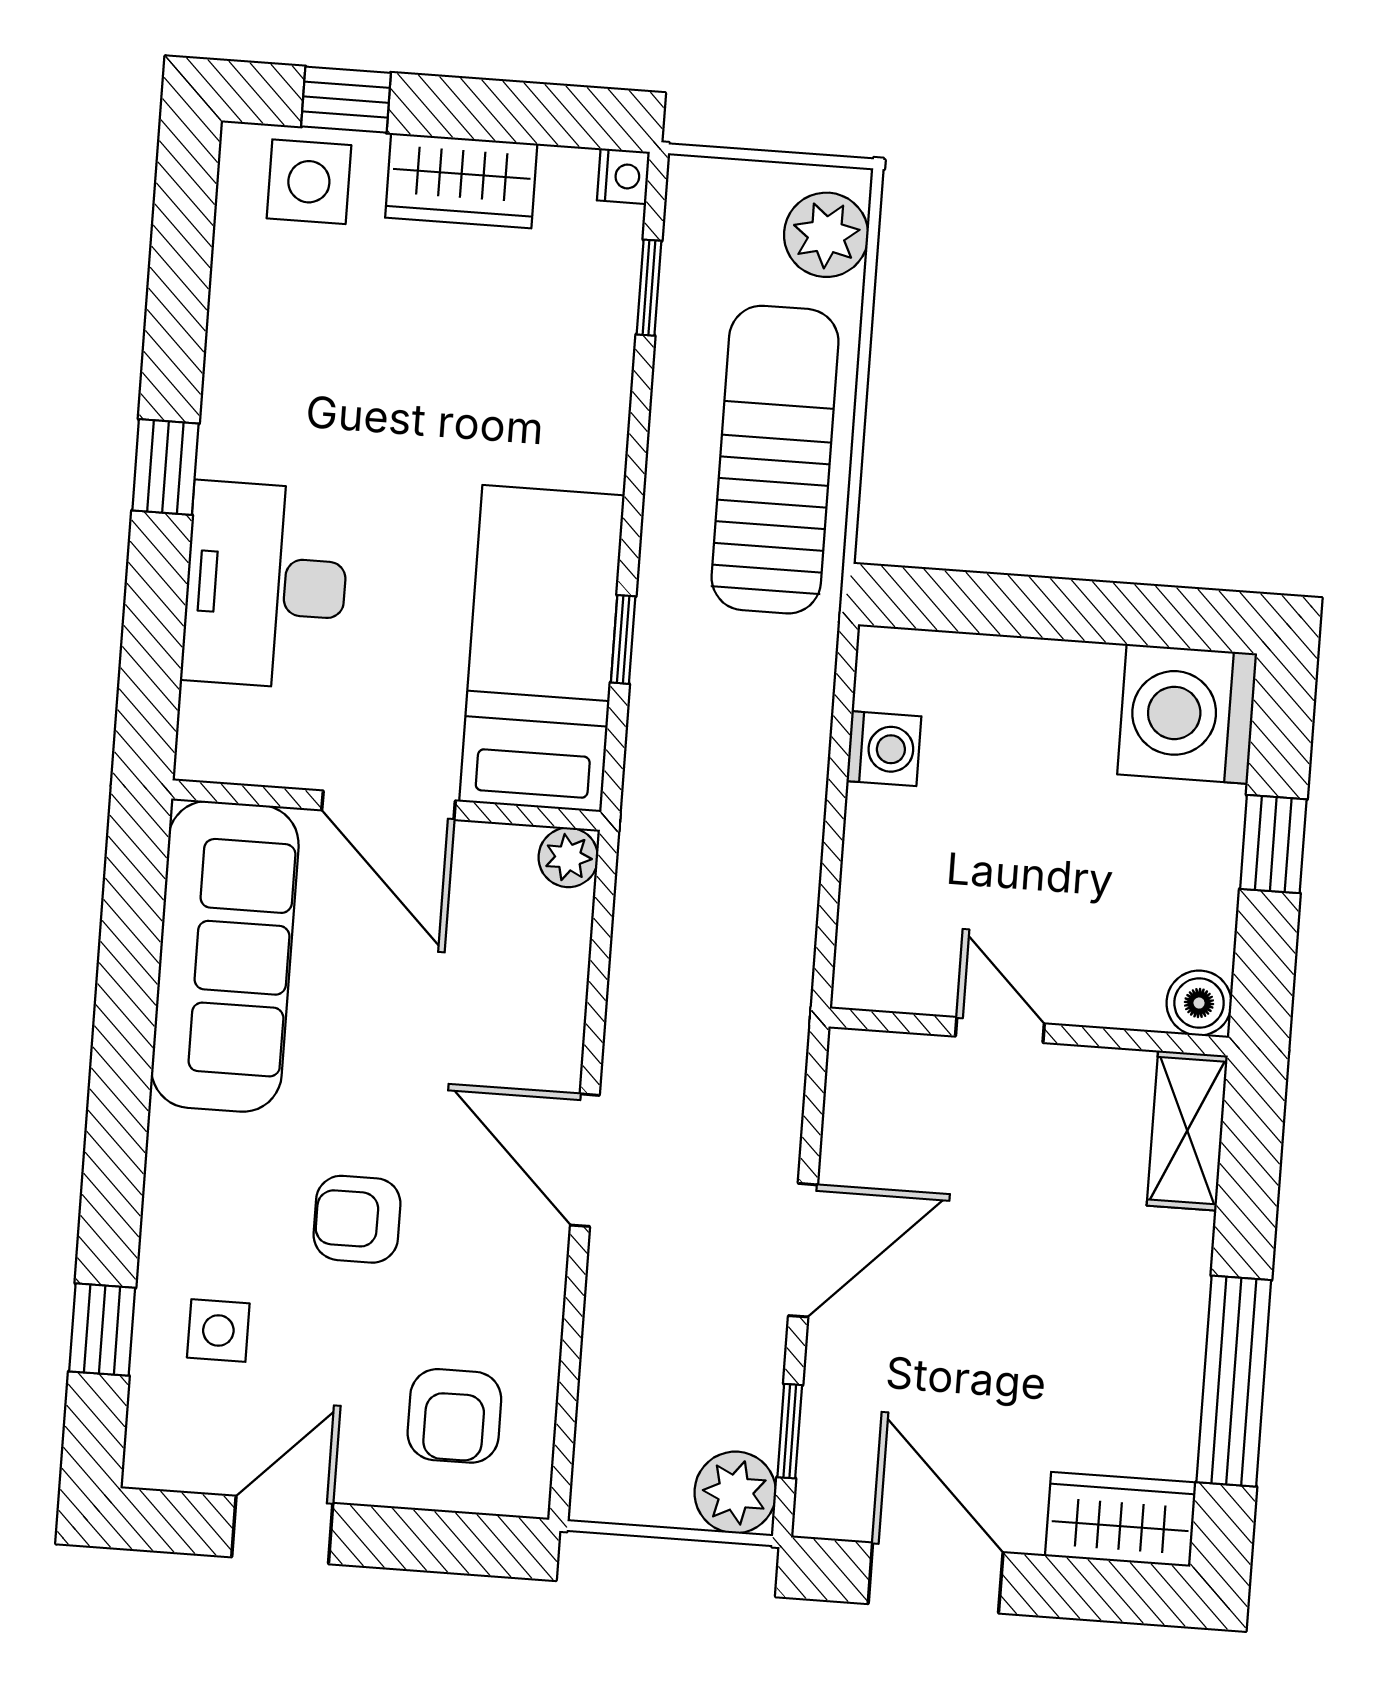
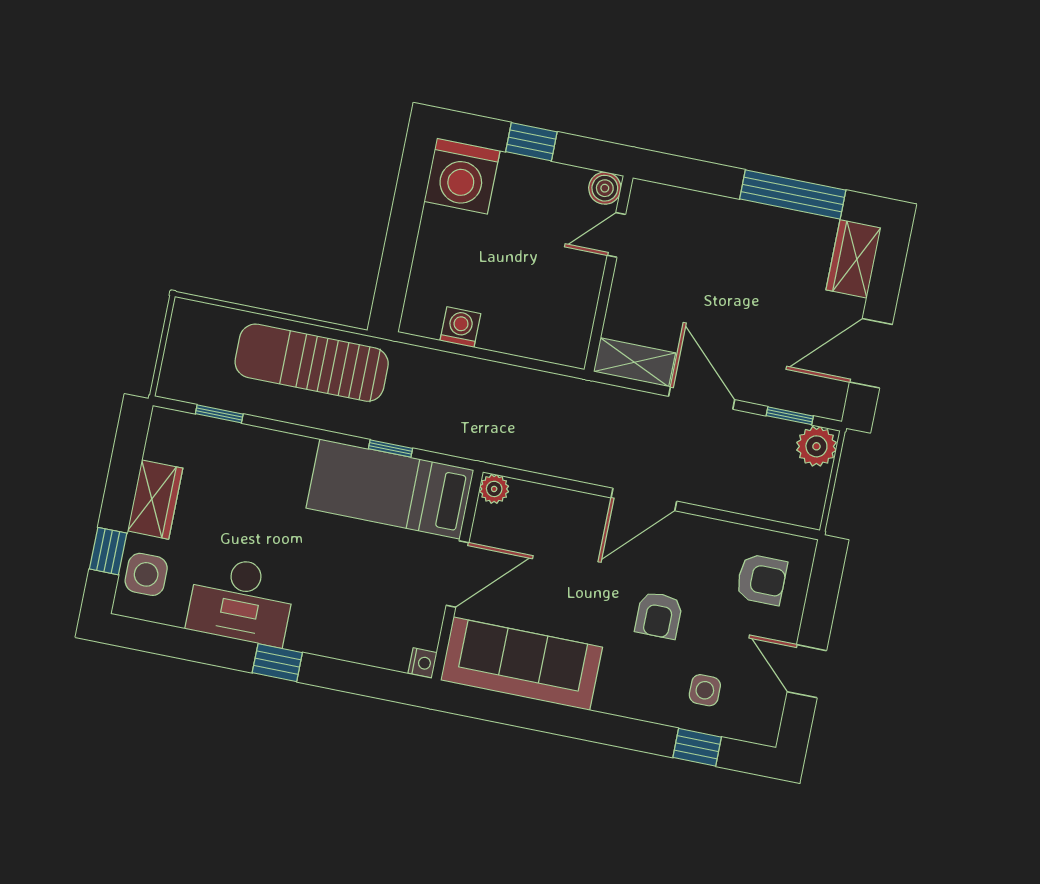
nightstand: (623, 176) -> (423, 663), moved, turned 90
plant: (826, 235) -> (204, 324), removed
desk: (266, 585) -> (241, 600), moved
door: (1000, 1030) -> (616, 235), moved
shelving: (1187, 1131) -> (634, 362), moved

